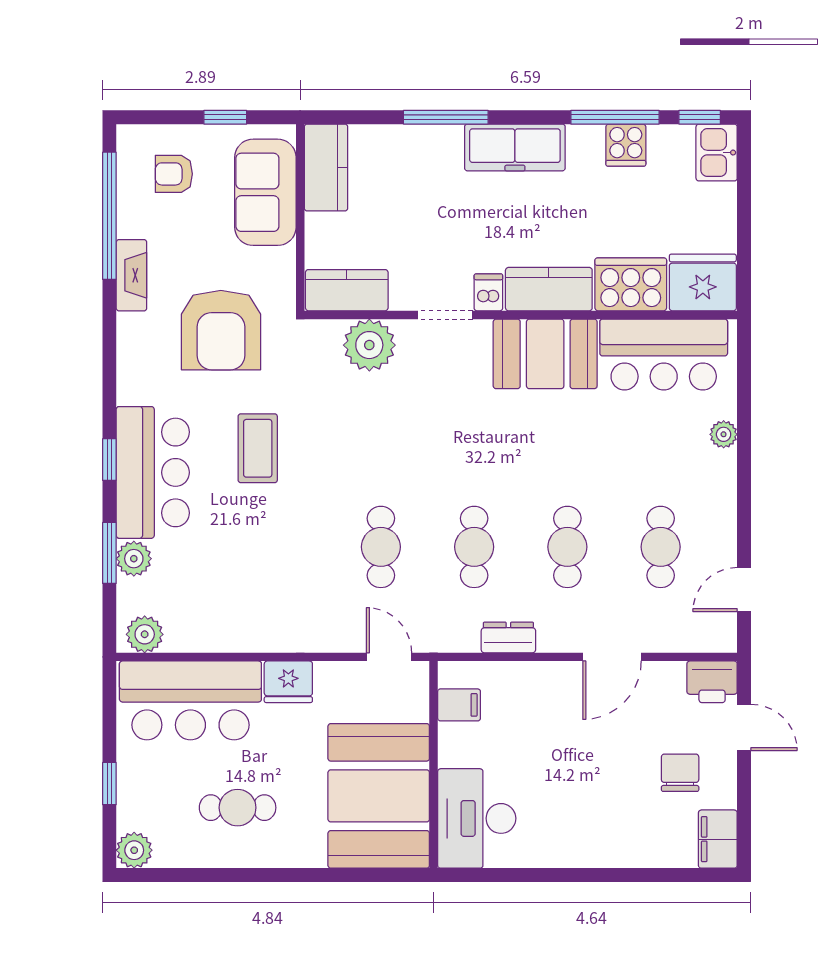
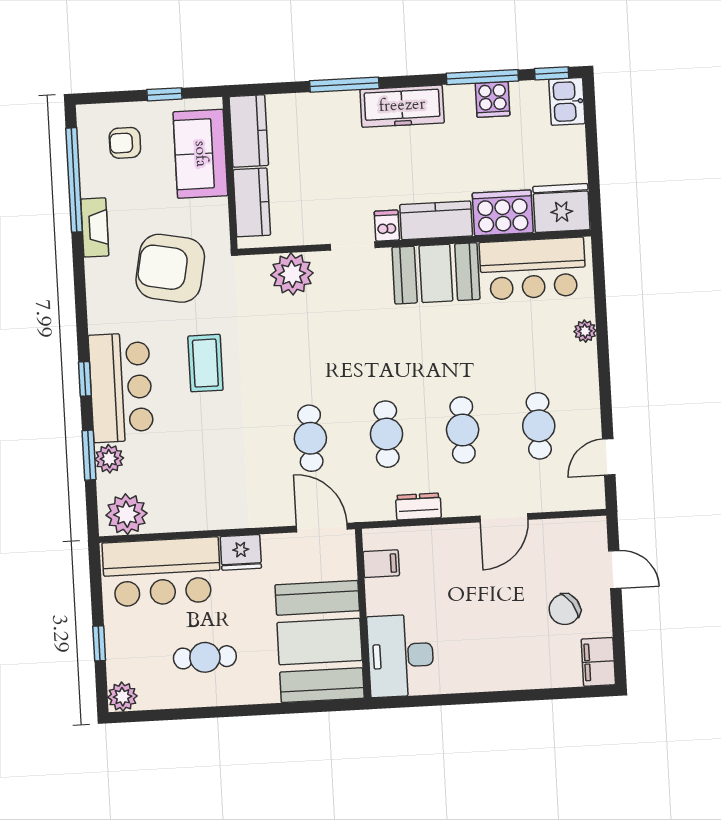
kitchen counter: (347, 290) -> (252, 202), moved, turned 90
armchair: (221, 330) -> (170, 268), turned 101
plant: (145, 634) -> (127, 514), width x1.36, depth x1.36
door: (389, 657) -> (322, 528), width x1.38
printer: (712, 682) -> (587, 534), removed
chair: (680, 773) -> (565, 609), turned -124

